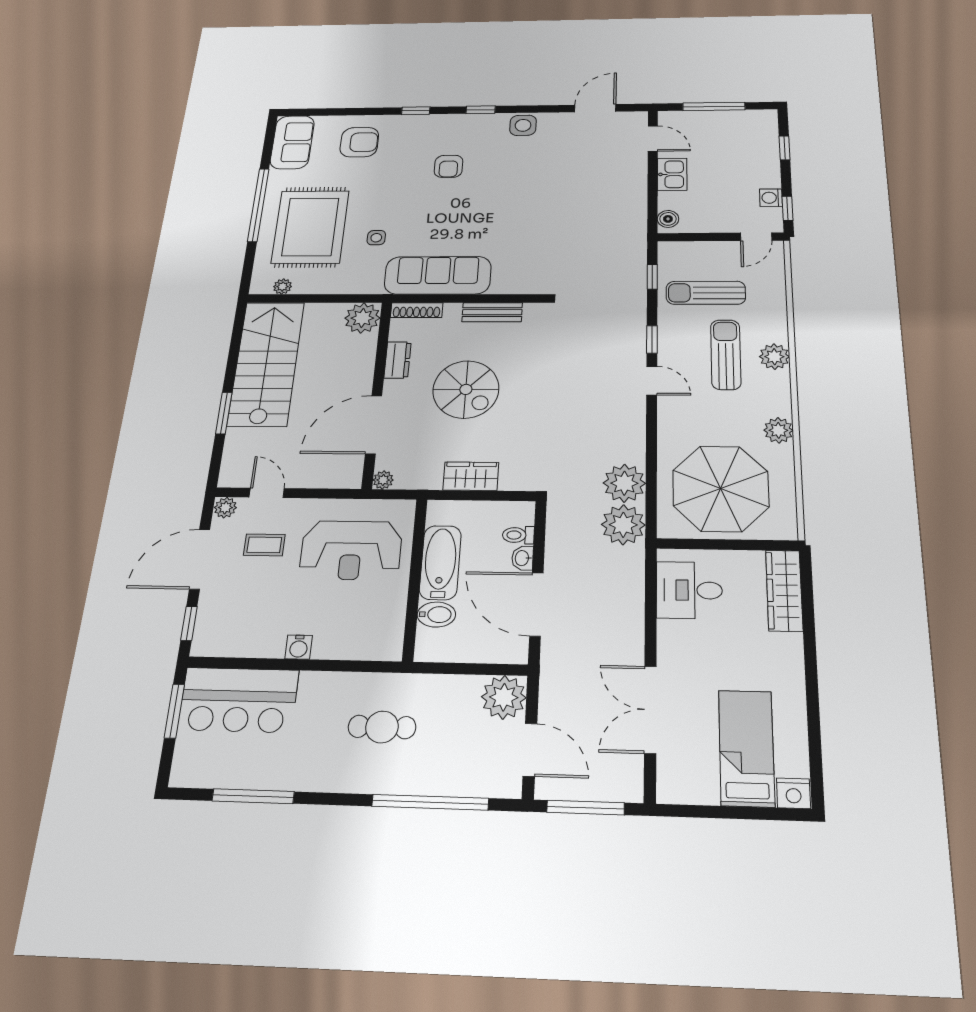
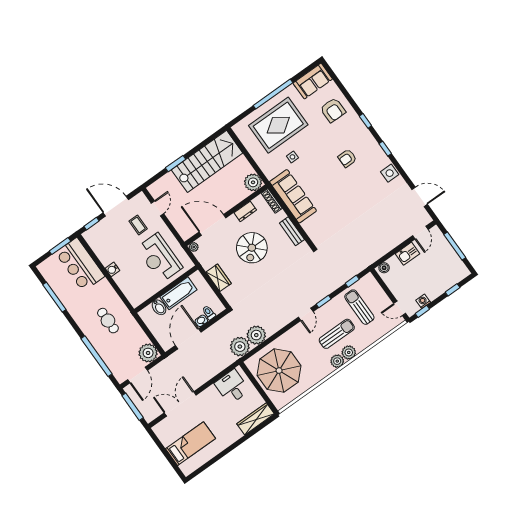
plant: (283, 287) -> (244, 138), removed
plant: (778, 430) -> (337, 361), moved
plant: (225, 508) -> (141, 198), removed
nightstand: (793, 793) -> (187, 468), removed

